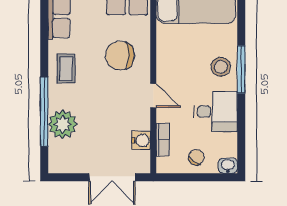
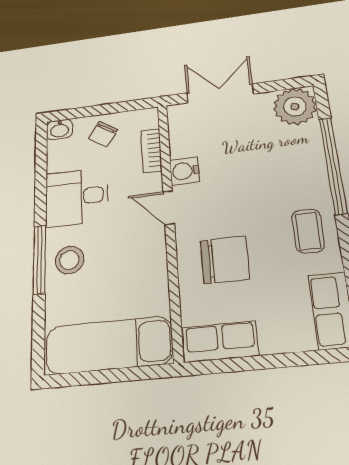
plant: (63, 124) -> (295, 106), moved
water cooler: (141, 140) -> (184, 171), moved

